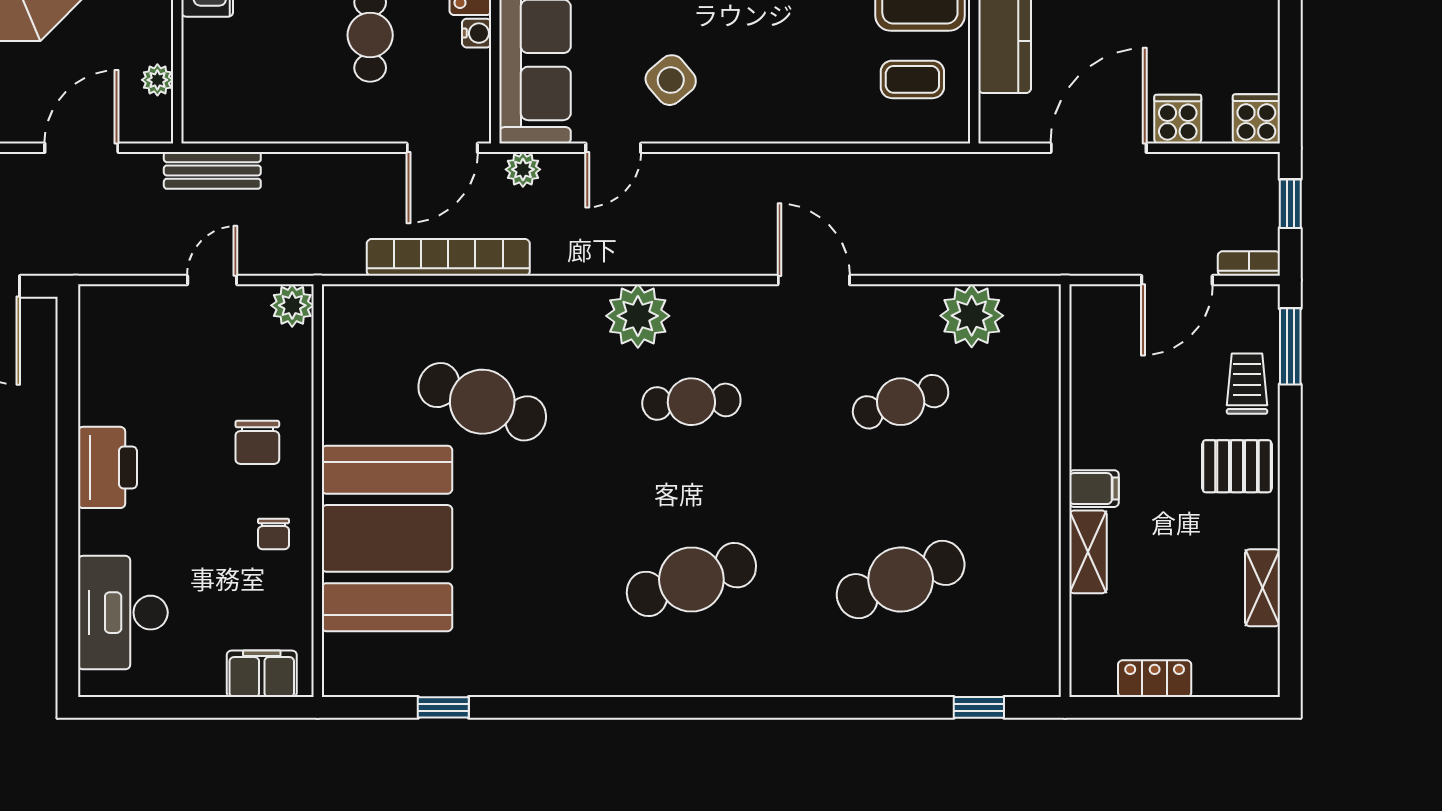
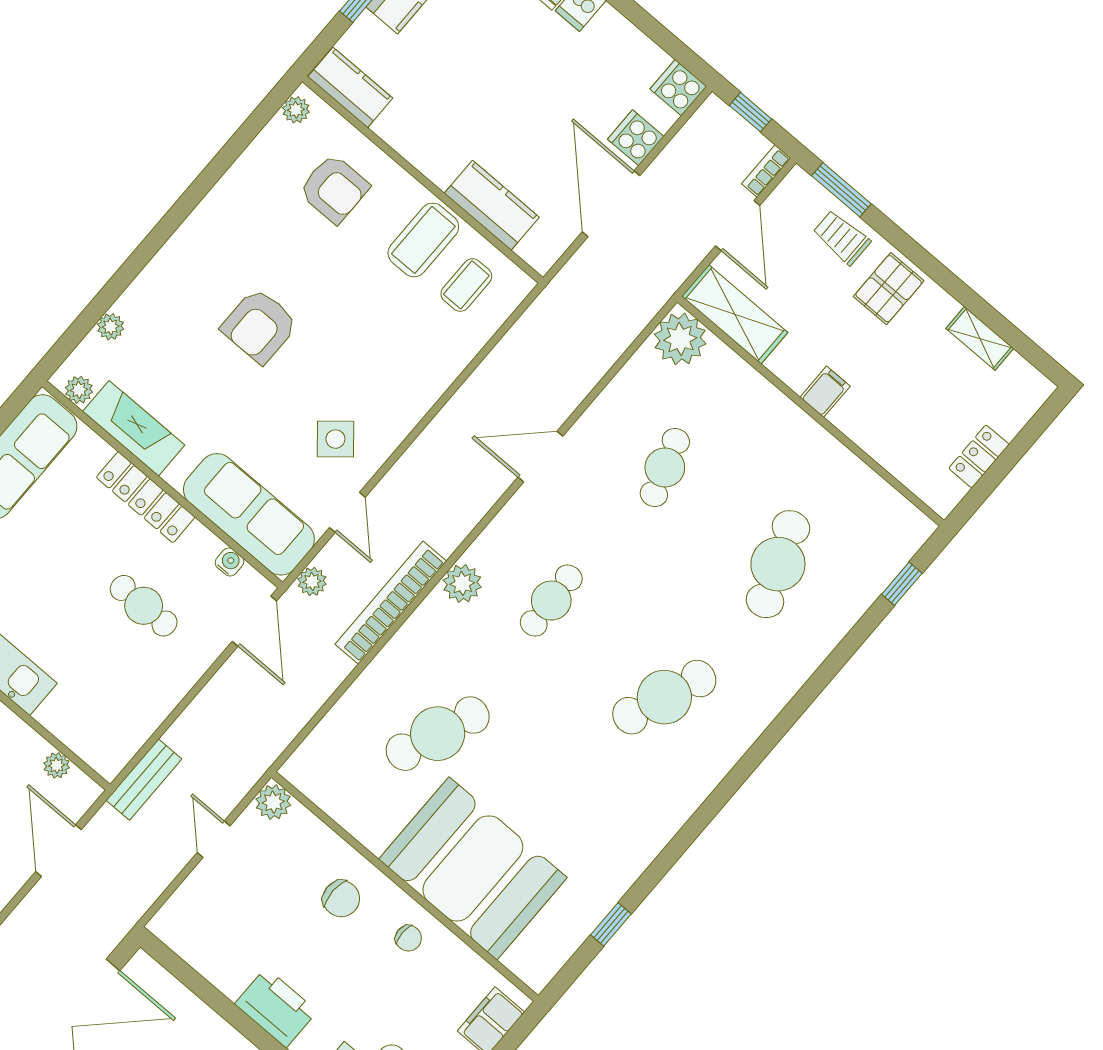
water cooler: (477, 33) -> (230, 562), moved
bookcase: (448, 257) -> (391, 603), moved
plant: (638, 316) -> (462, 583), width x0.73, depth x0.73
plant: (972, 316) -> (680, 339), moved
shelving: (1088, 552) -> (735, 314), moved, width x1.50, depth x1.33
cafe table: (691, 580) -> (664, 697), turned 39

